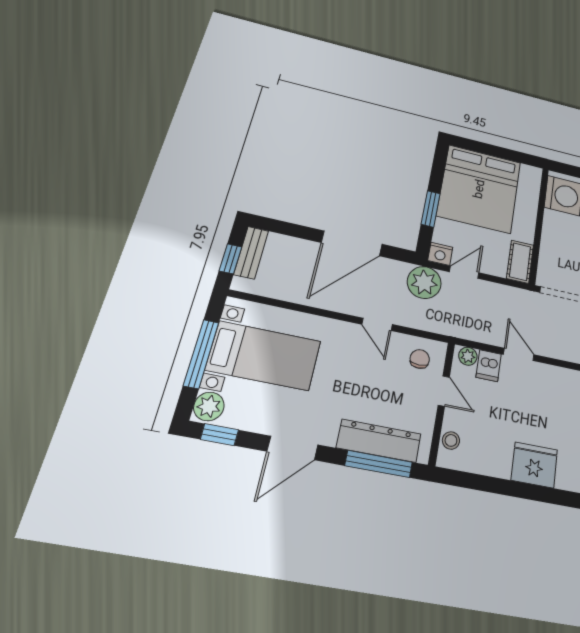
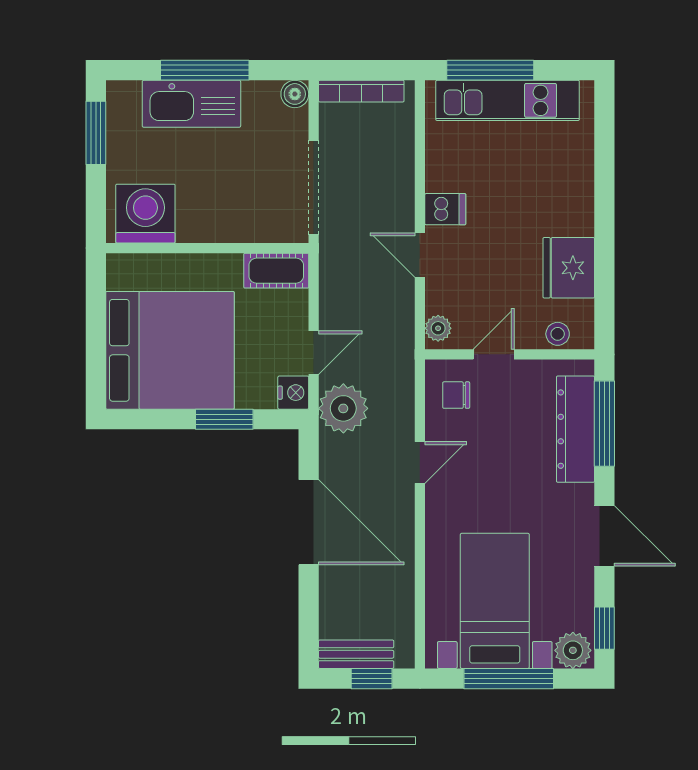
door: (464, 272) -> (314, 353), swing flipped
door: (519, 354) -> (420, 255), hinge flipped
dishwasher: (489, 366) -> (445, 209), moved
fridge: (534, 465) -> (569, 268), moved

